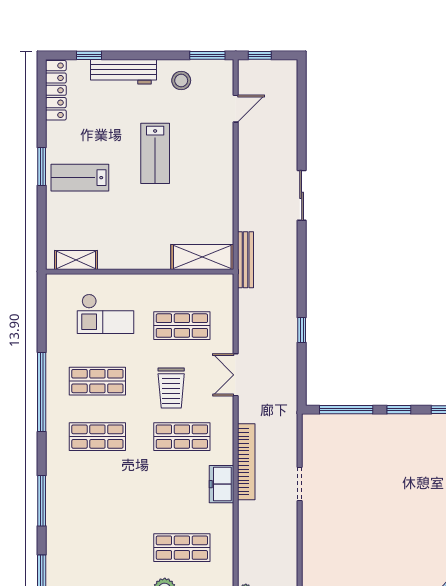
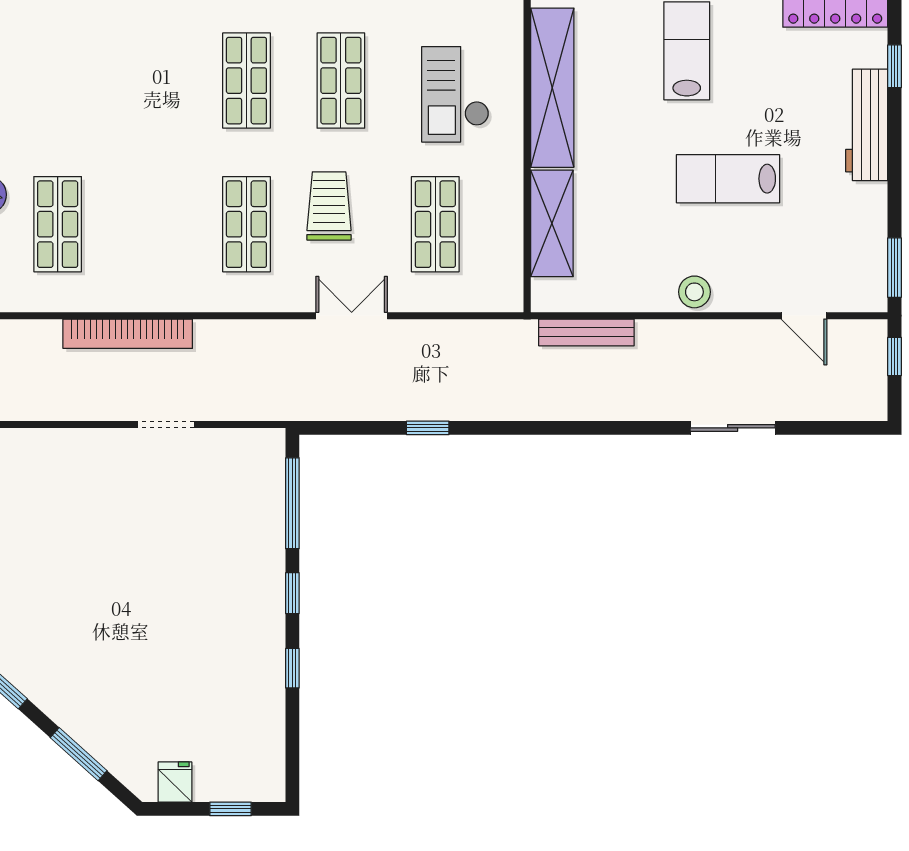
stool: (181, 80) -> (694, 292), moved
sliding door: (302, 195) -> (733, 428), moved
shelving: (202, 257) -> (552, 223), moved
shelving: (76, 260) -> (552, 88), width x2.20, depth x1.33
bench: (246, 260) -> (586, 332), moved
trolley: (171, 388) -> (329, 206), turned 90
bookcase: (246, 462) -> (128, 334), moved
freezer: (221, 484) -> (166, 292), removed

